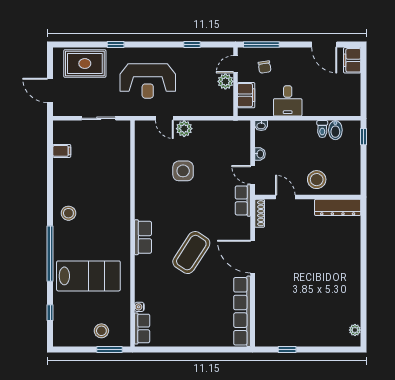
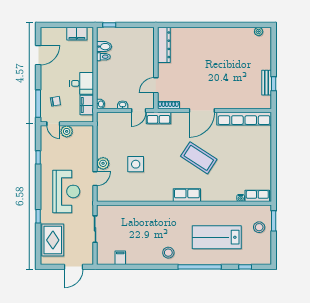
filing cabinet: (352, 60) -> (77, 34), moved
filing cabinet: (246, 95) -> (87, 105), moved, turned -90
stool: (317, 180) -> (142, 61), removed
lab bench: (88, 276) -> (217, 237), turned -90
bench: (289, 340) -> (267, 83), added

